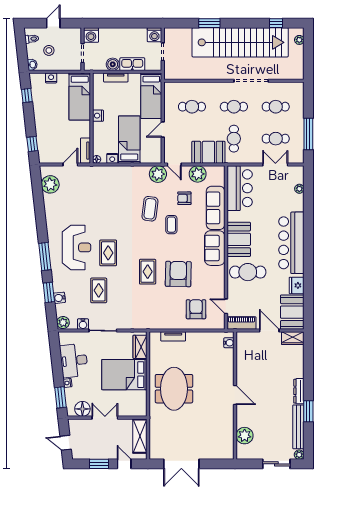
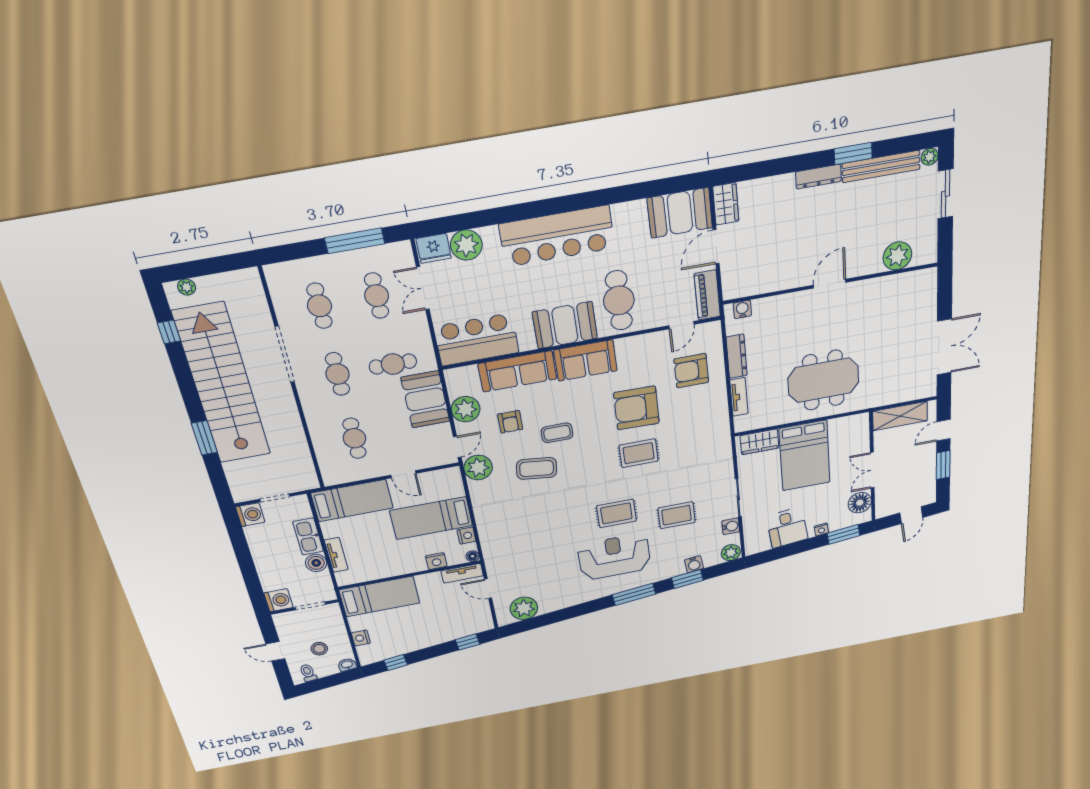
nightstand: (98, 116) -> (436, 561), moved
plant: (299, 189) -> (466, 245), width x1.88, depth x1.88
fridge: (297, 285) -> (434, 248), moved
dresser: (200, 337) -> (737, 356), added
desk: (74, 361) -> (787, 528), width x0.73

